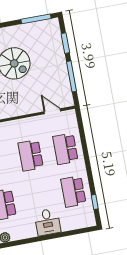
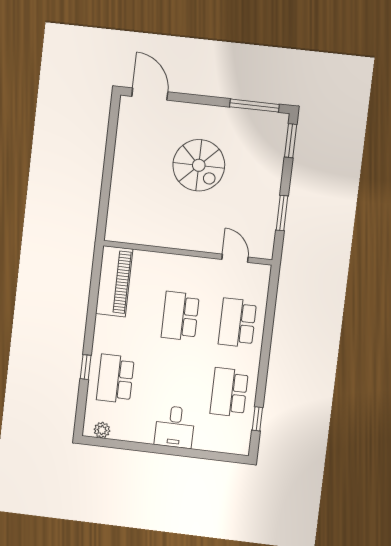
window: (65, 43) -> (291, 141), moved
window: (72, 76) -> (282, 213), width x0.69

